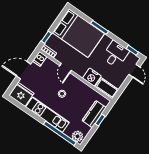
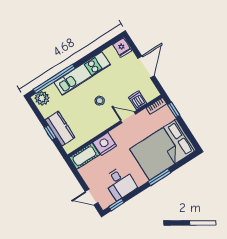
dishwasher: (40, 59) -> (138, 100), moved
fridge: (22, 94) -> (122, 48), width x0.53, depth x0.75

